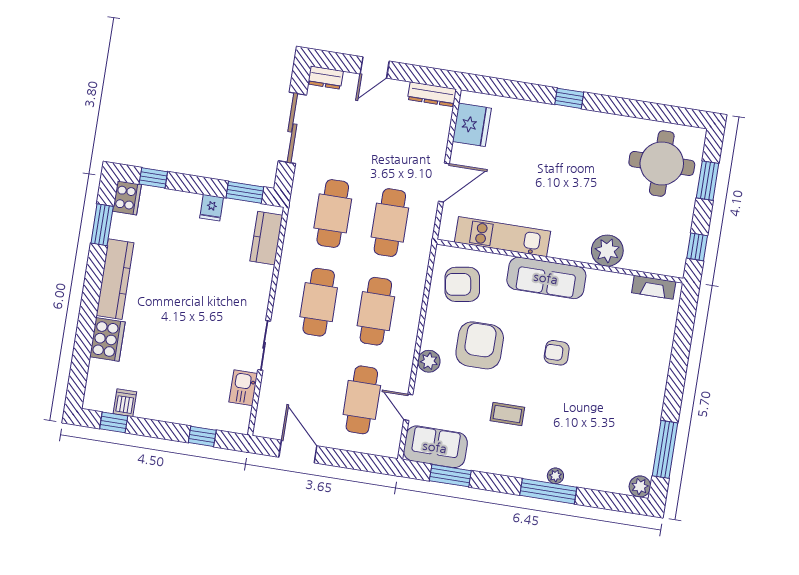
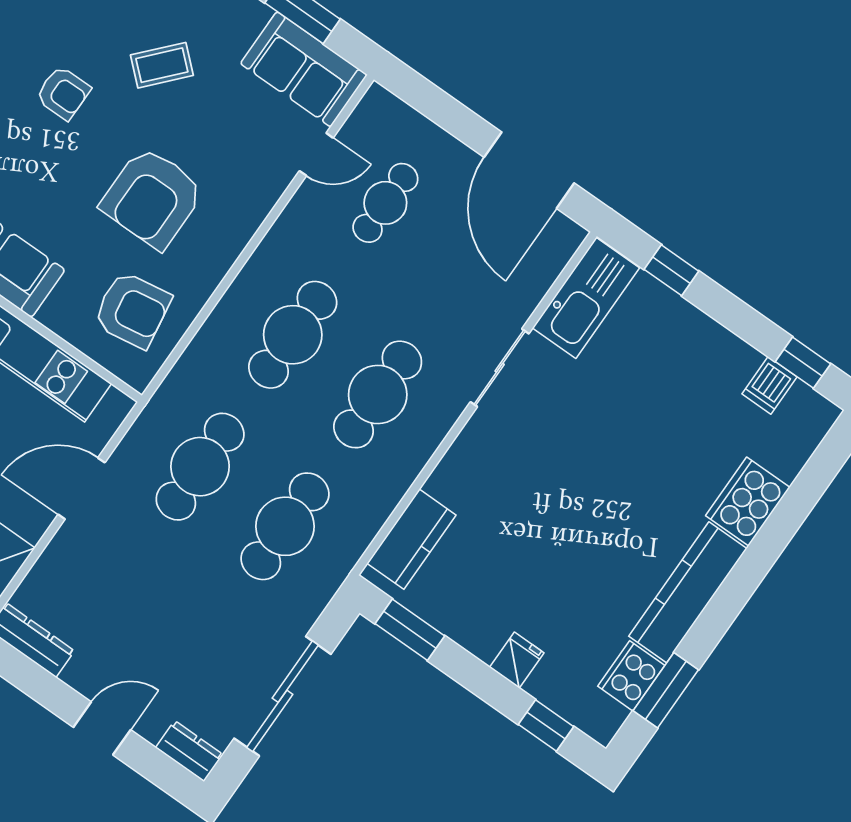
cooker: (127, 198) -> (631, 676), moved
fridge: (212, 208) -> (517, 660), moved
armchair: (557, 353) -> (63, 93), moved
plant: (429, 361) -> (247, 212), removed
kitchen sink: (243, 388) -> (586, 298), width x1.88, depth x1.24
cafe table: (362, 400) -> (385, 203), width x0.73, depth x0.74
door: (408, 407) -> (316, 154), hinge flipped
coffee table: (507, 414) -> (162, 65), turned -48
door: (298, 452) -> (529, 170), width x1.36

